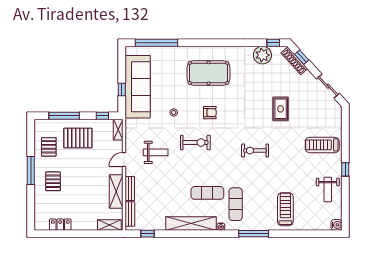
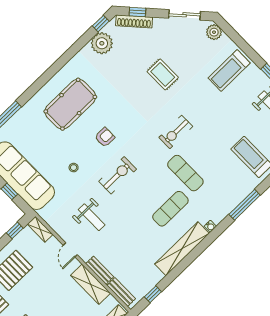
plant: (335, 113) -> (214, 32), added
weight bench: (156, 152) -> (92, 217), turned 90
exercise mat: (236, 204) -> (185, 173), moved

